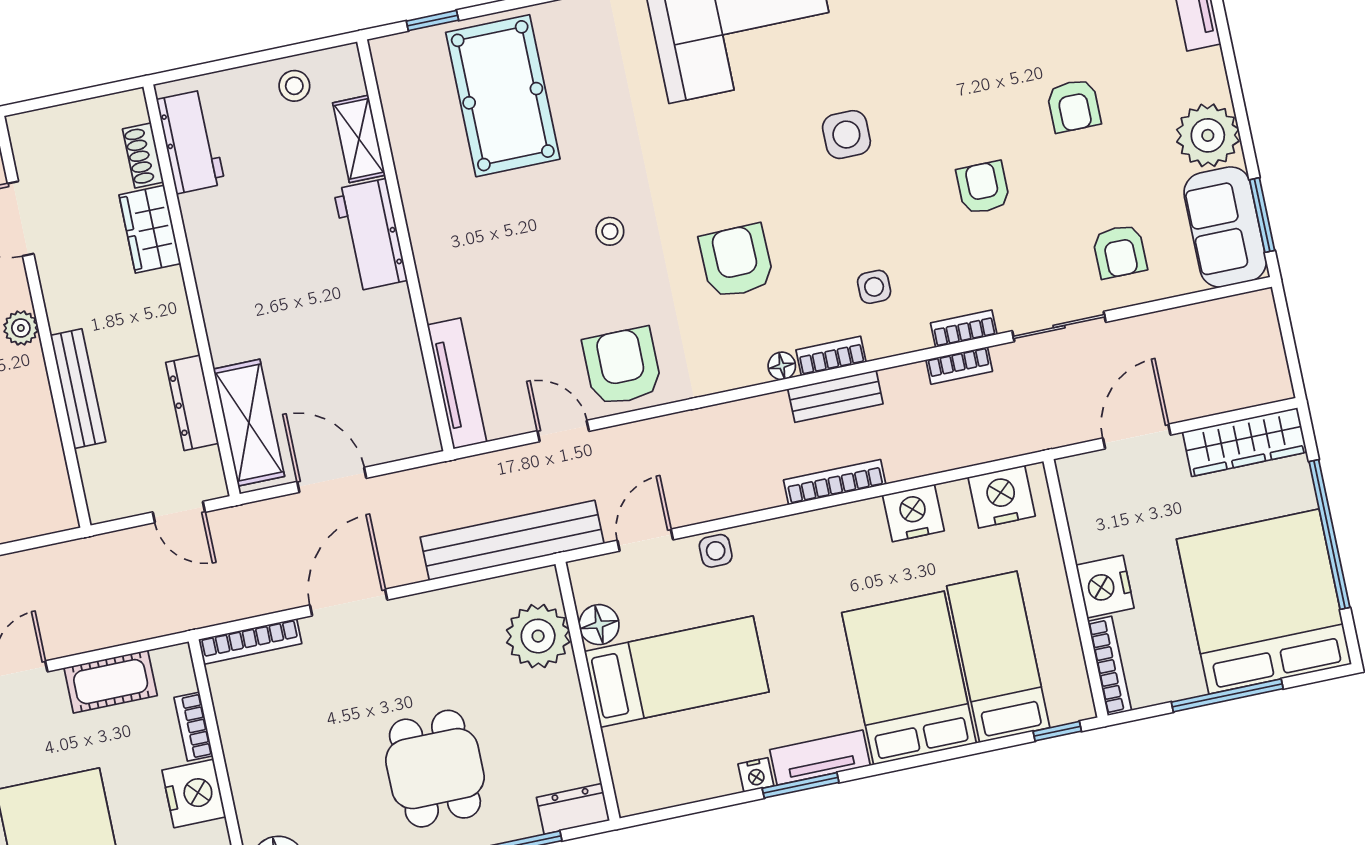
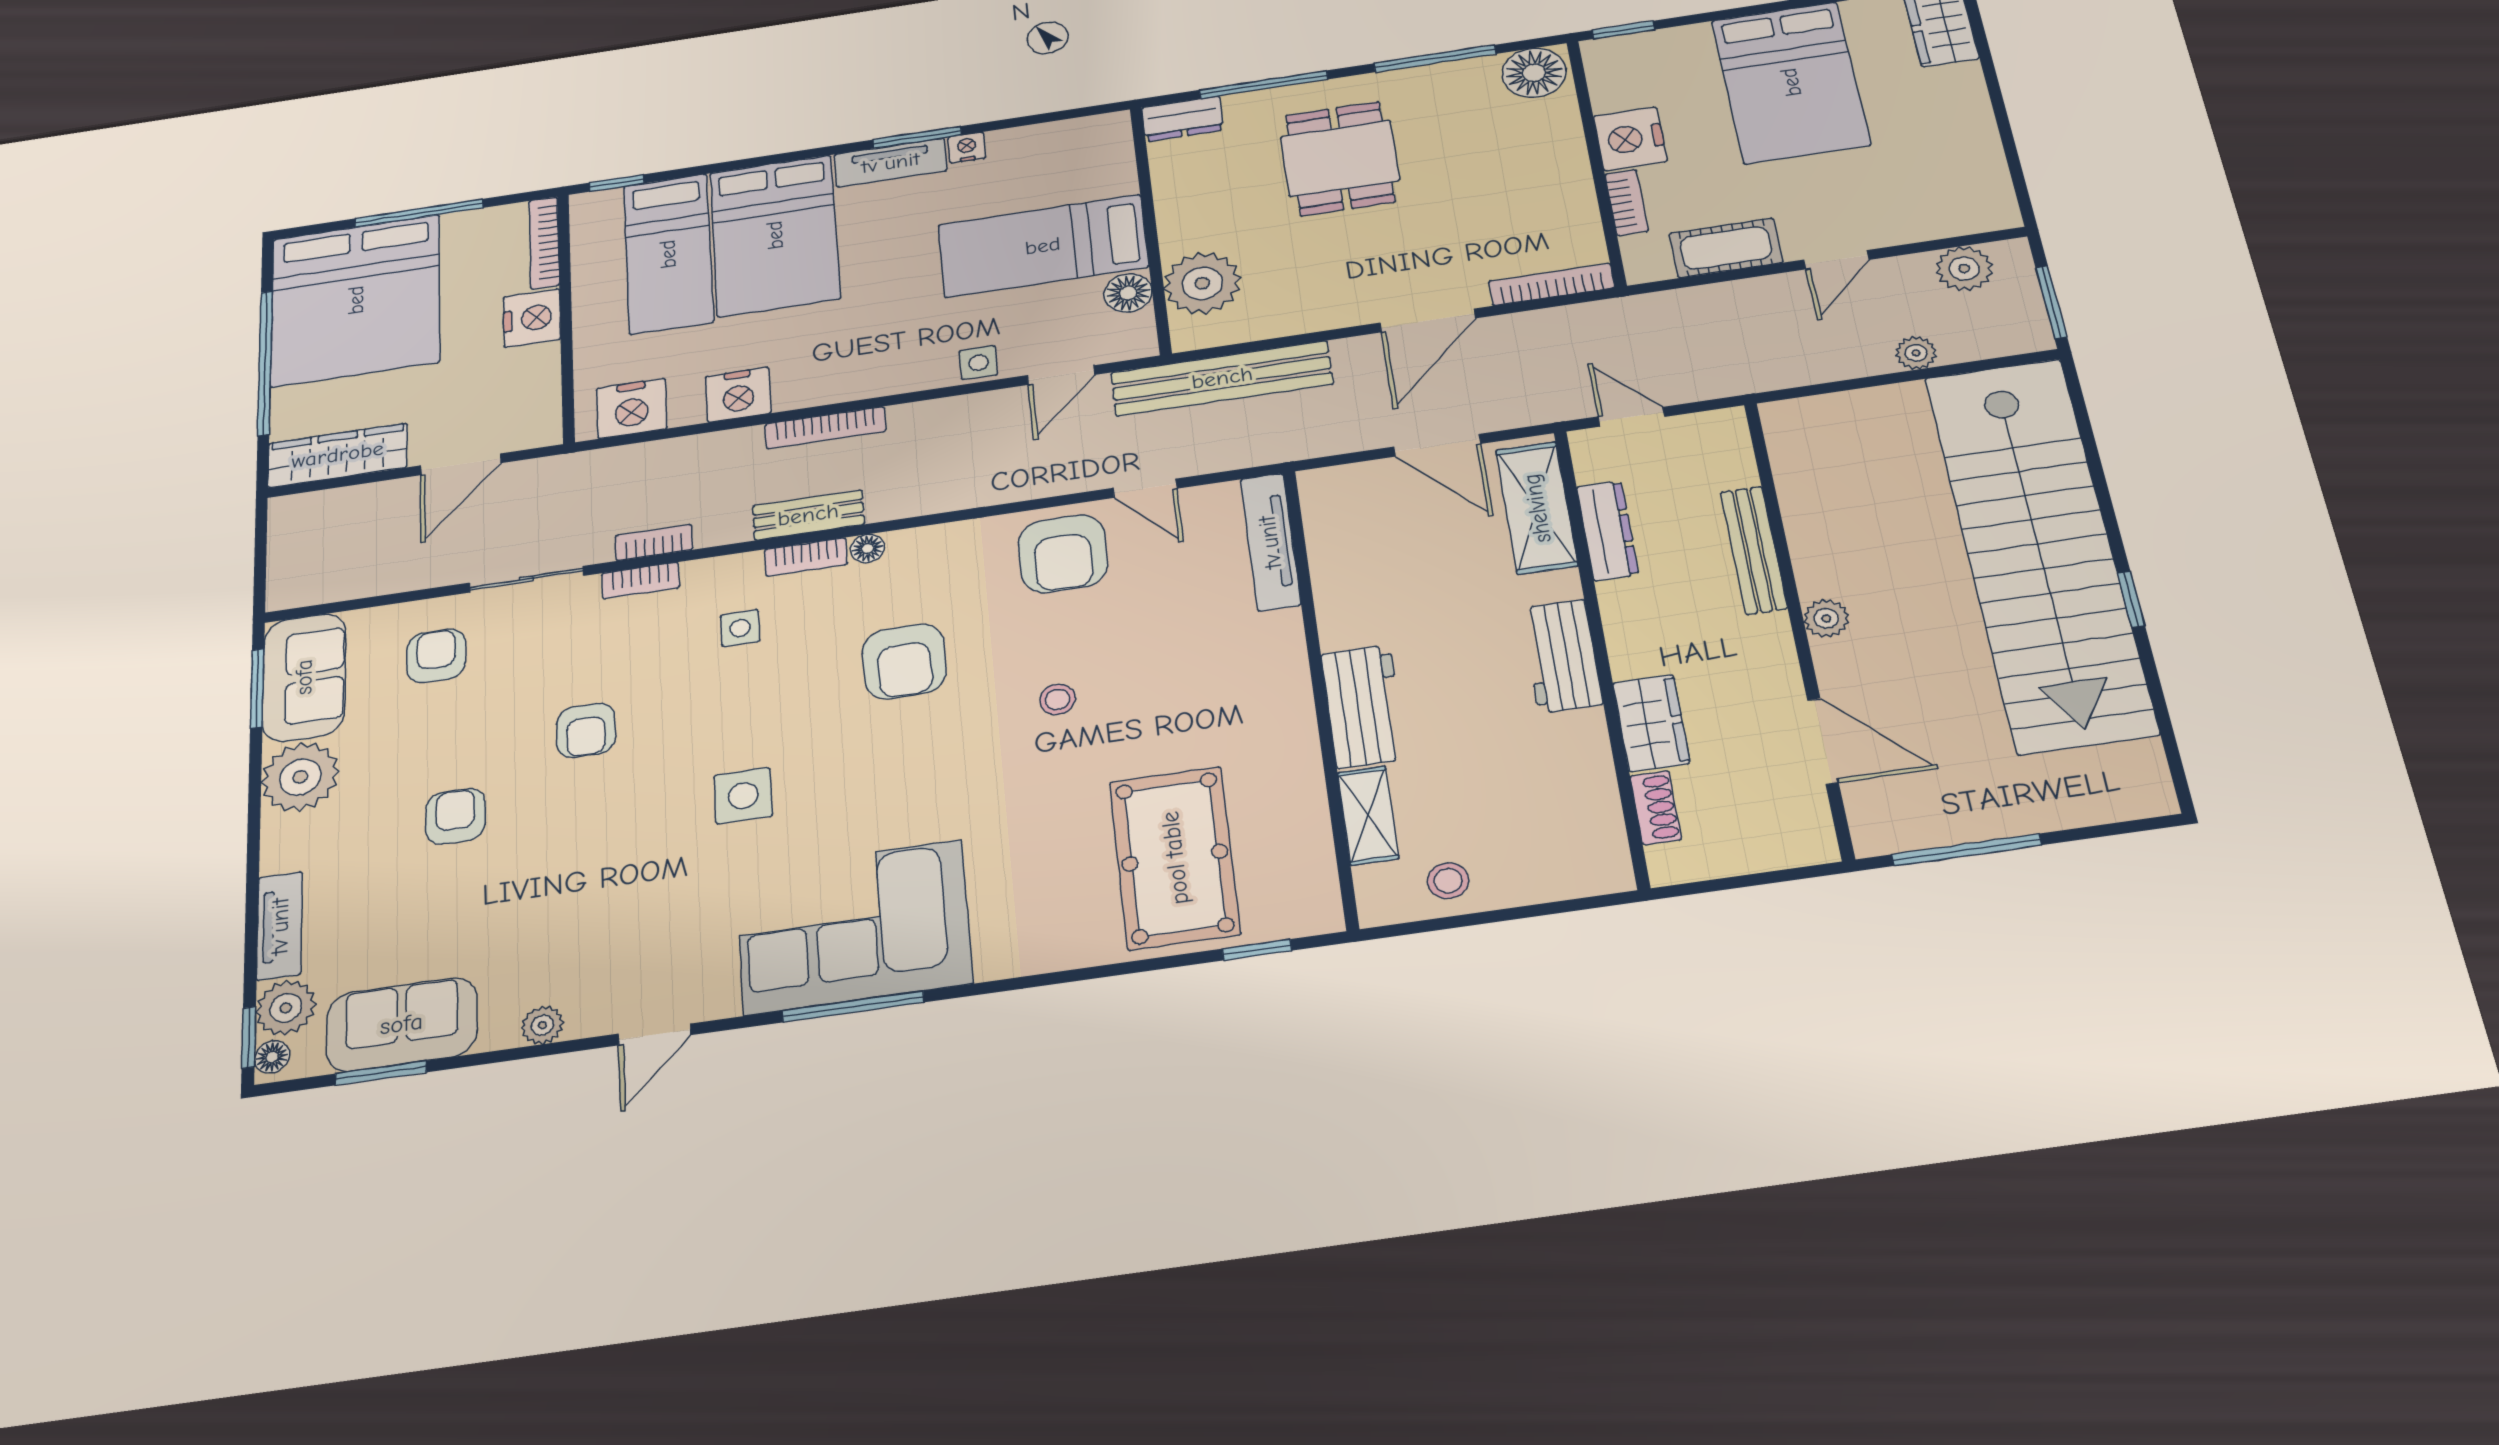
workbench: (191, 142) -> (1562, 656), moved

